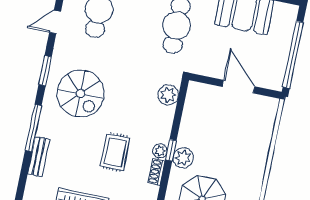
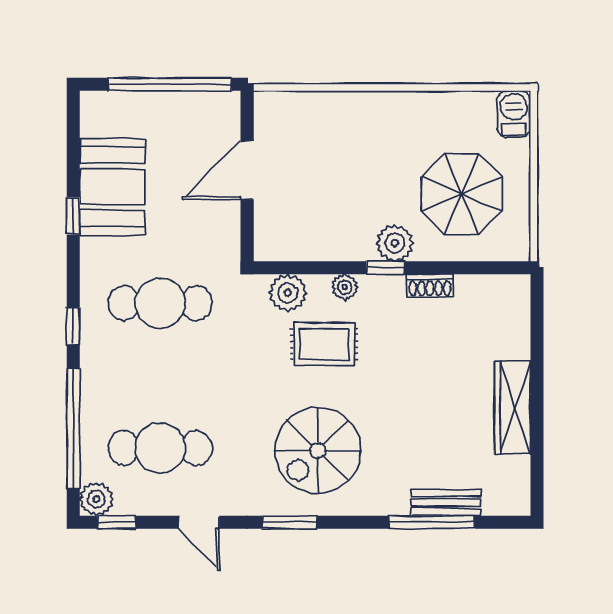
spiral stairs: (80, 94) -> (318, 450), turned 180
window: (33, 128) -> (432, 522), moved
plant: (160, 151) -> (345, 287), moved
rug: (115, 152) -> (324, 344), moved

